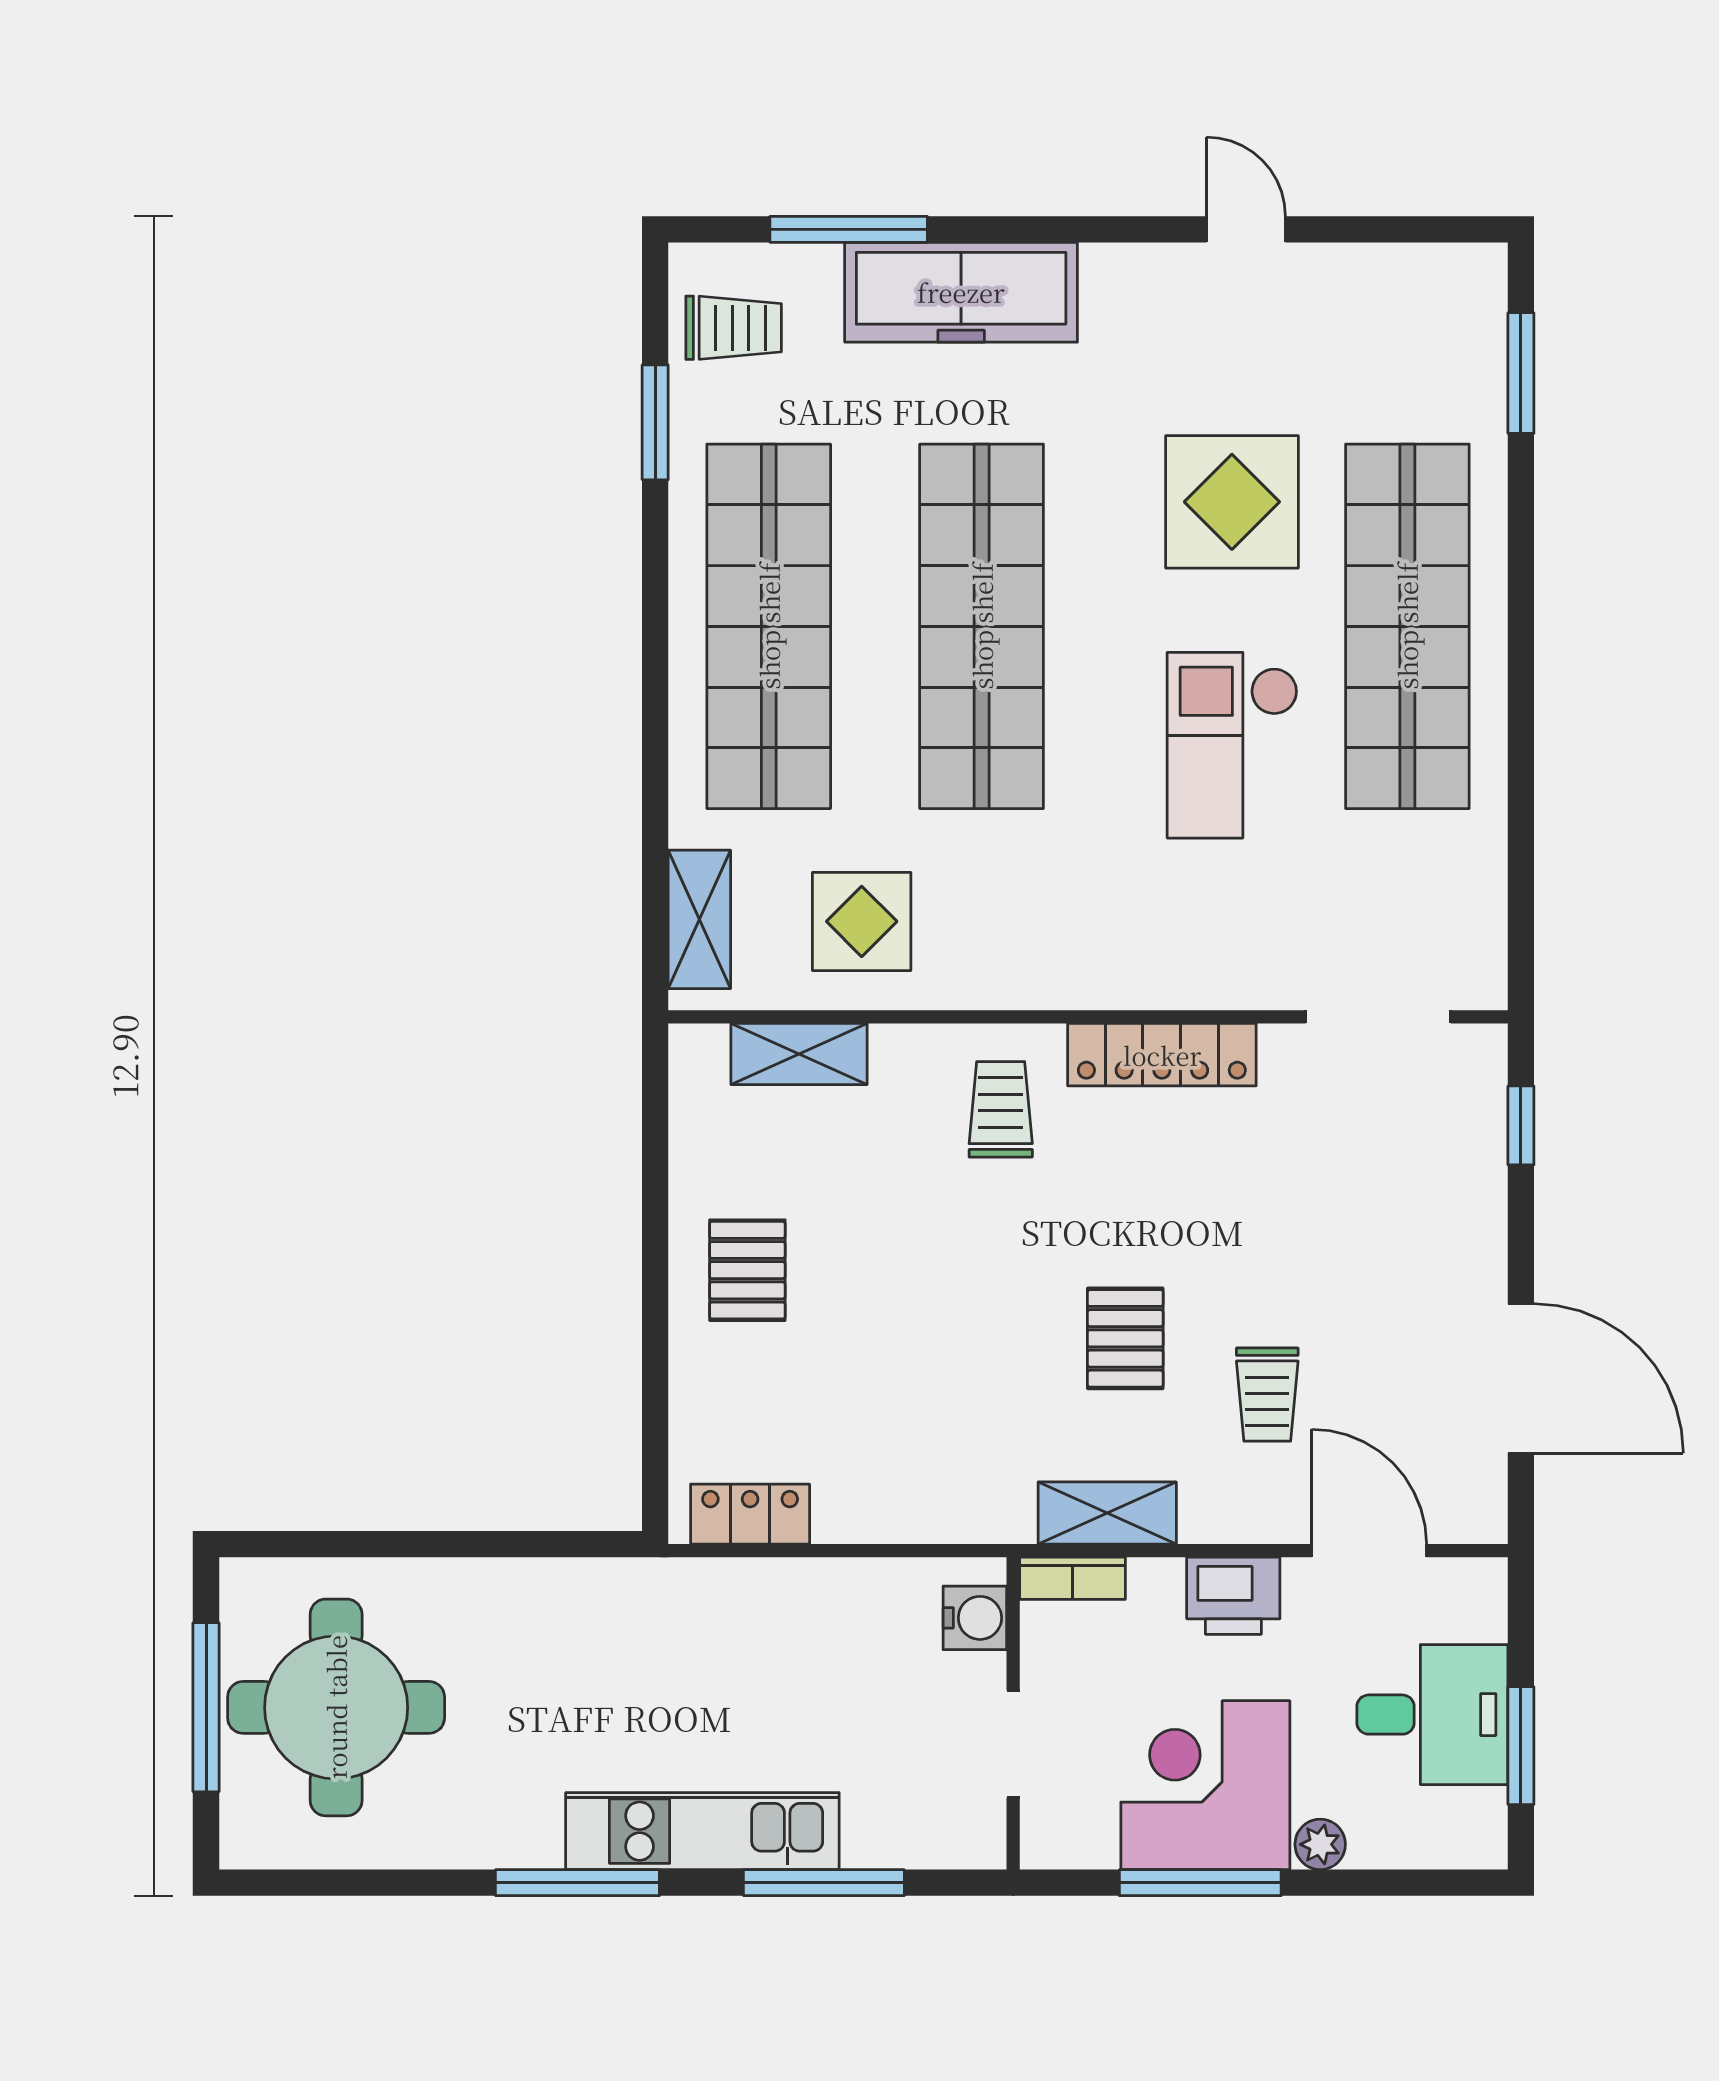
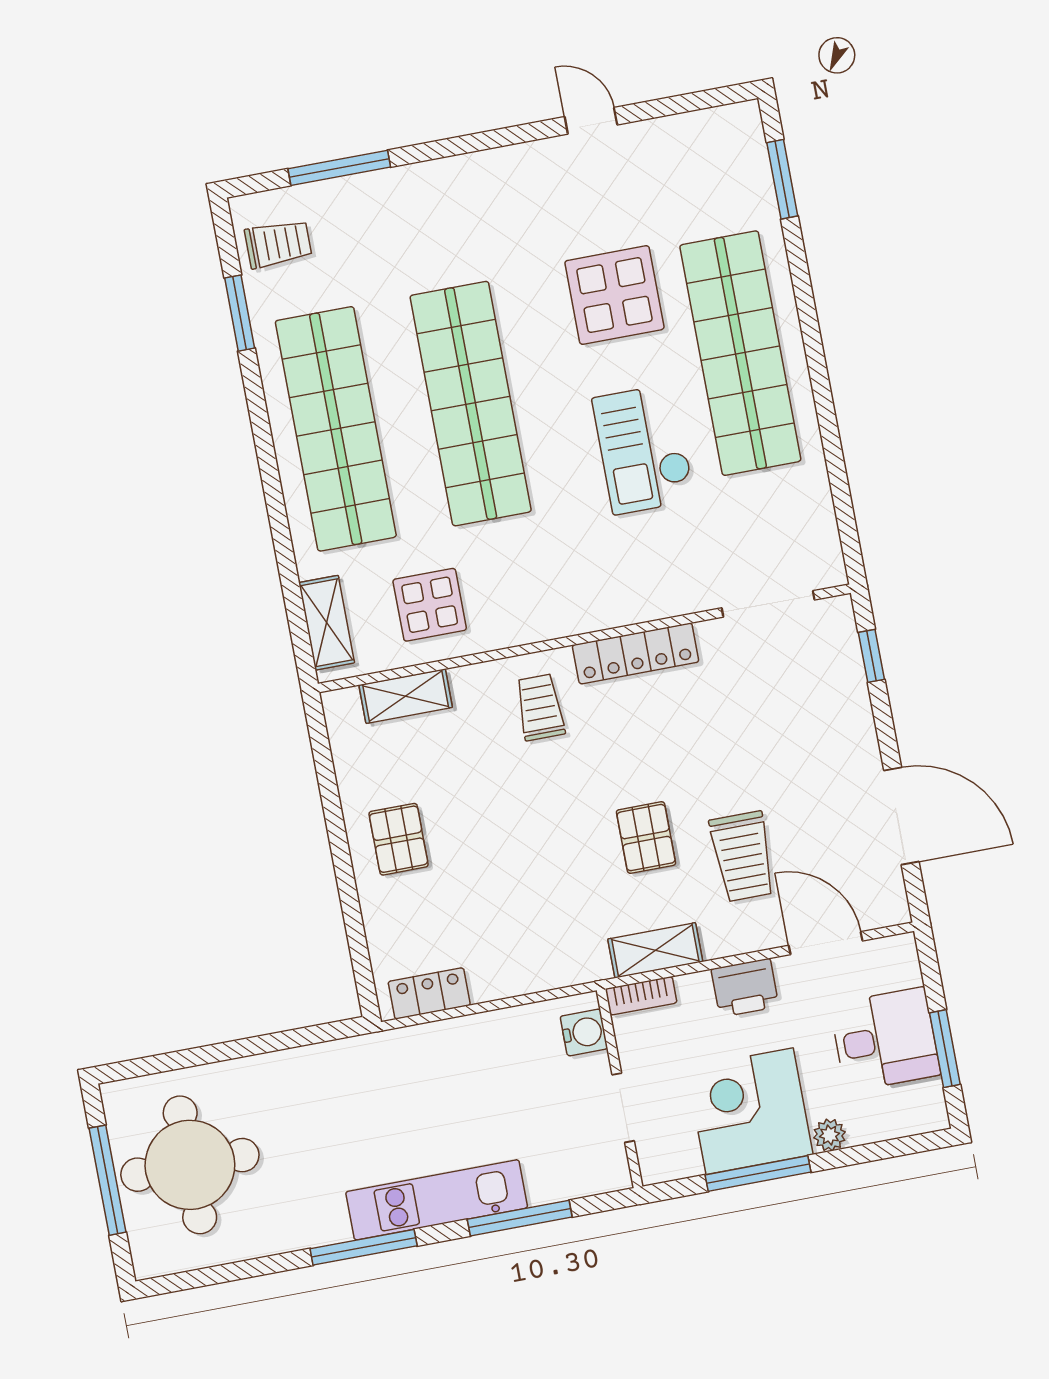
freezer: (961, 292) -> (418, 194), removed
trolley: (1267, 1395) -> (743, 856), width x1.36, depth x1.39

